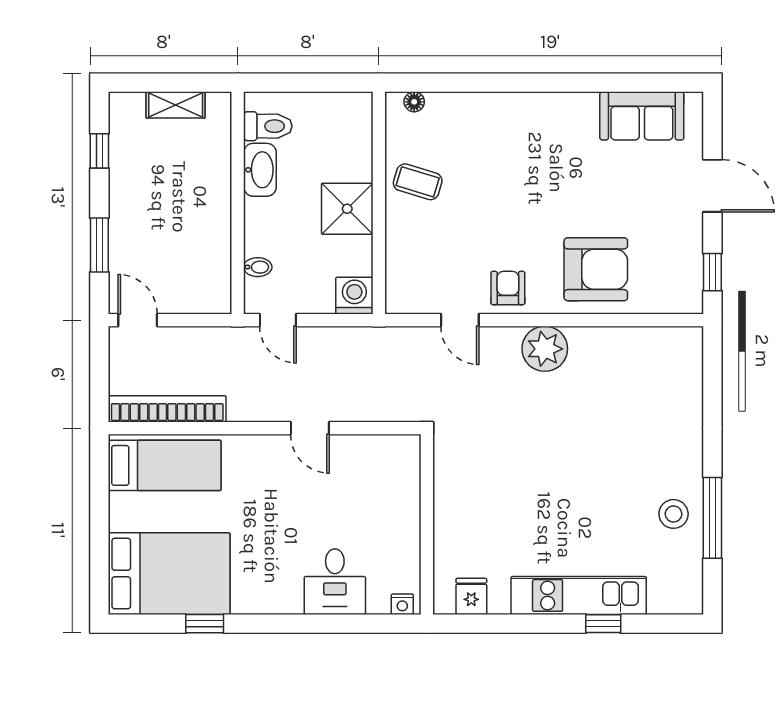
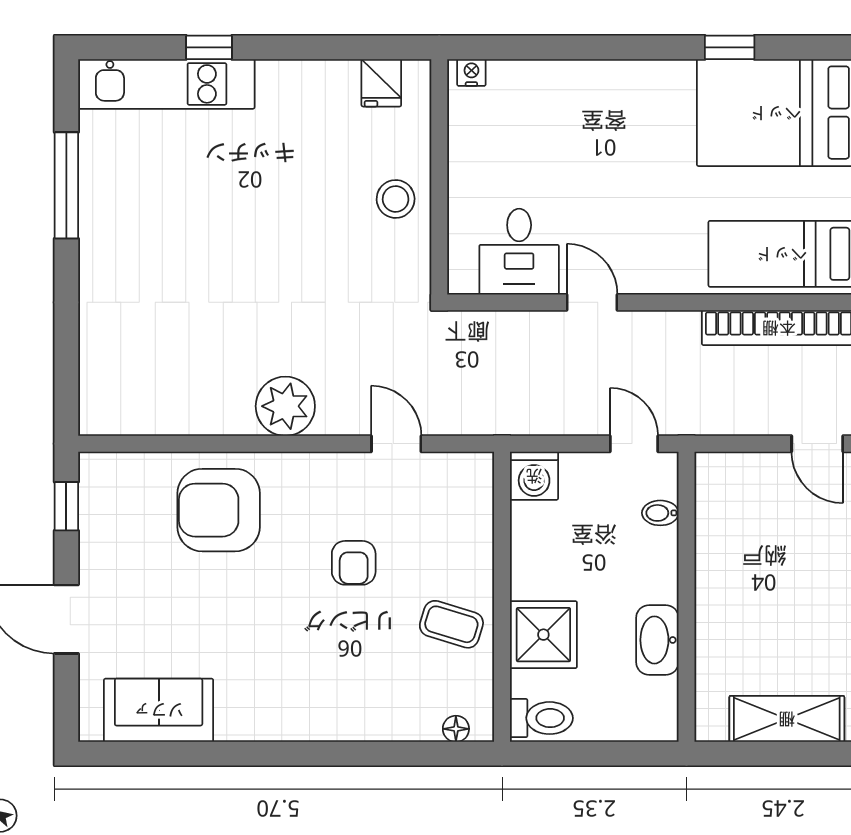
shelving: (176, 105) -> (787, 719), width x1.50, depth x1.33
toilet: (268, 126) -> (541, 718), moved, turned 180
shower: (347, 209) -> (543, 635), moved
armchair: (508, 288) -> (354, 563), moved
stool: (674, 514) -> (396, 199), moved
desk: (335, 582) -> (519, 252), moved, turned 180
kitchen unit: (579, 595) -> (166, 84), moved

